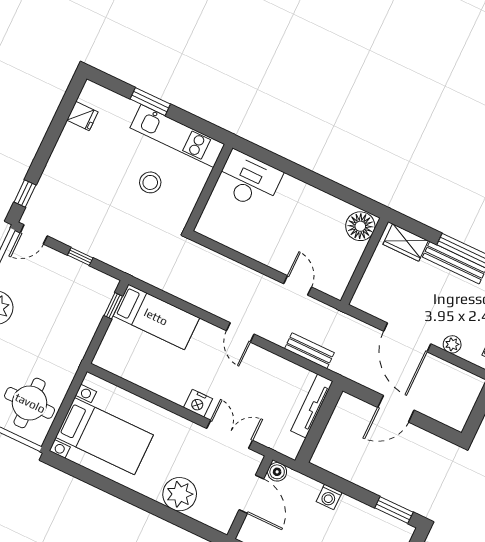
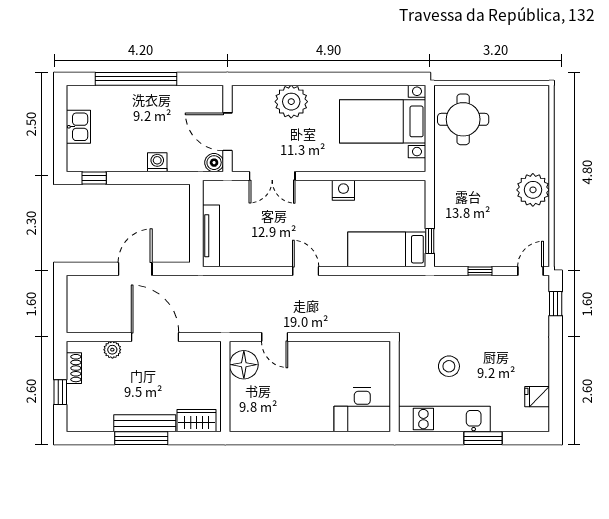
floor lamp: (360, 226) -> (244, 365), moved
bench: (309, 351) -> (236, 284), removed
nightstand: (198, 403) -> (343, 190), moved
window: (394, 510) -> (94, 178), width x0.67

